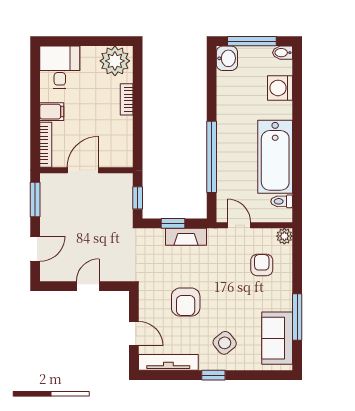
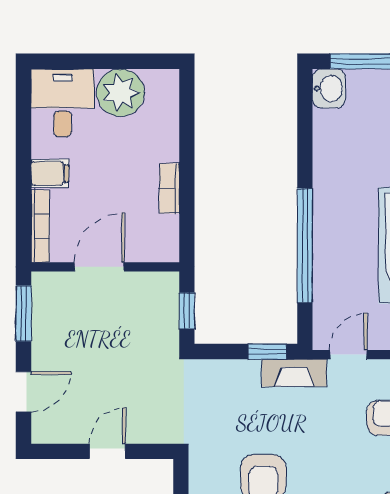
plant: (115, 61) -> (120, 93), moved
bookcase: (127, 99) -> (169, 188), moved
window: (173, 223) -> (267, 352), moved
door: (239, 225) -> (348, 355), hinge flipped
fireplace: (186, 237) -> (294, 373), moved

